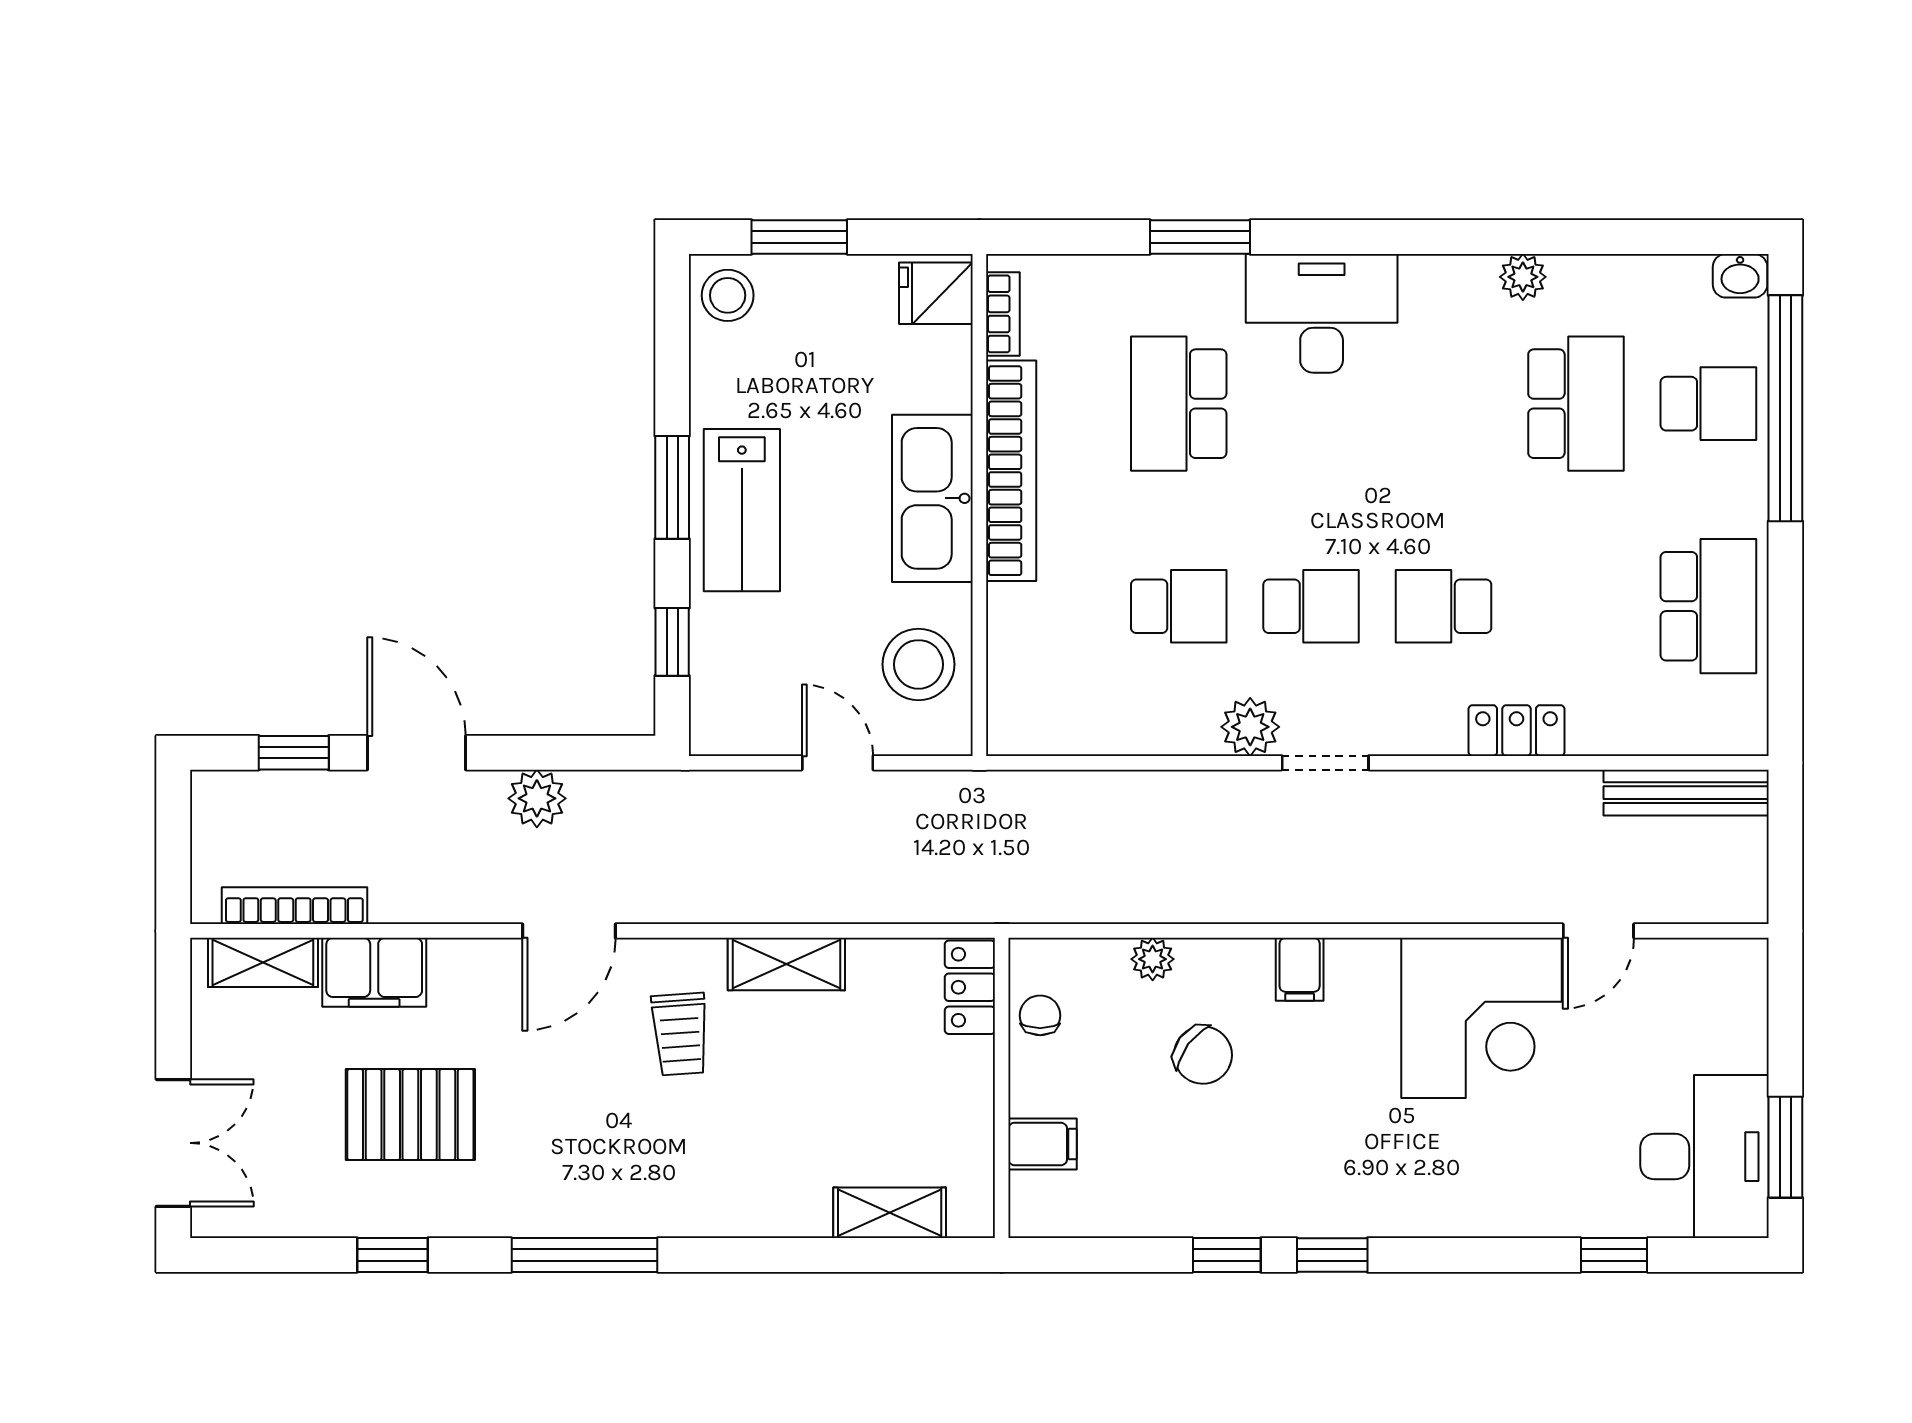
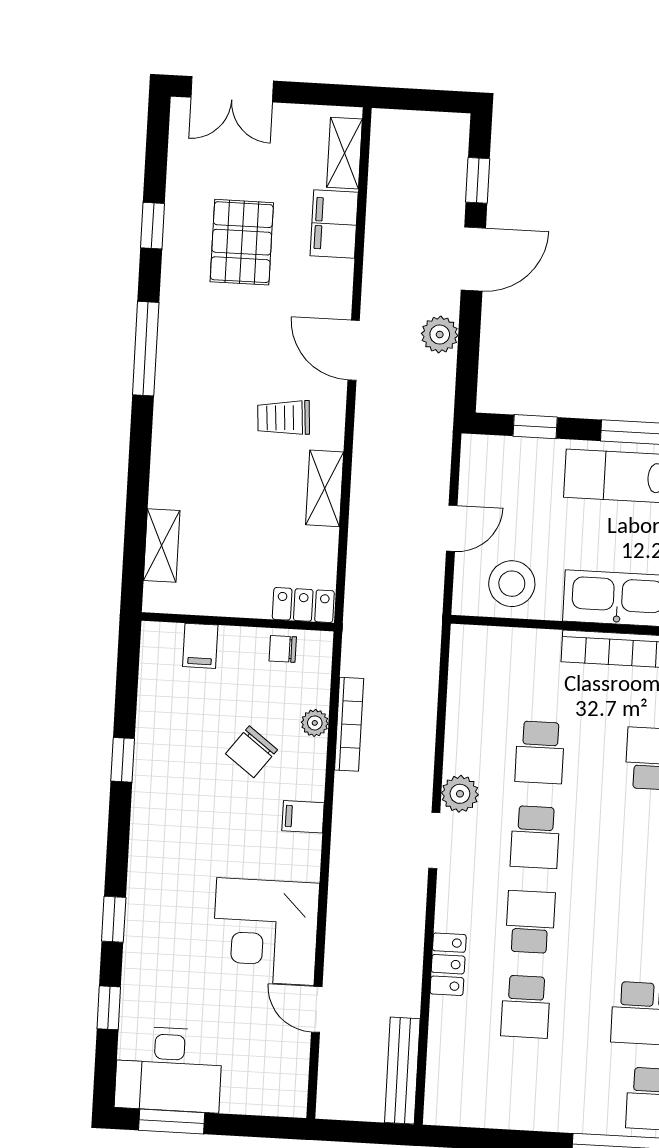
school desk: (1708, 606) -> (526, 1007), moved, width x0.54
bookcase: (294, 906) -> (349, 724), moved
chair: (1040, 1015) -> (283, 649), turned 180
window: (1332, 1255) -> (114, 919), moved

